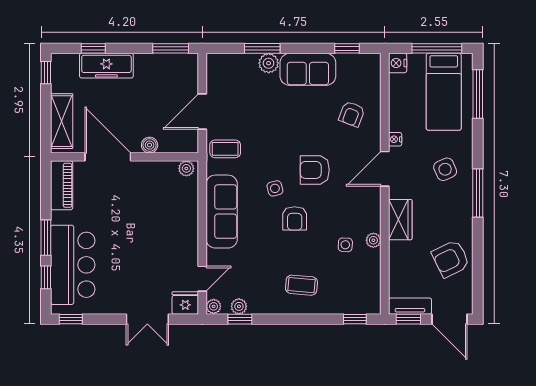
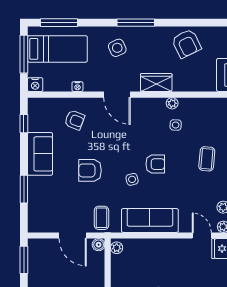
plant: (269, 63) -> (35, 184), removed
nightstand: (395, 139) -> (77, 87), moved
boiler: (150, 145) -> (99, 245), moved
armchair: (315, 170) -> (90, 170), moved, turned 90

